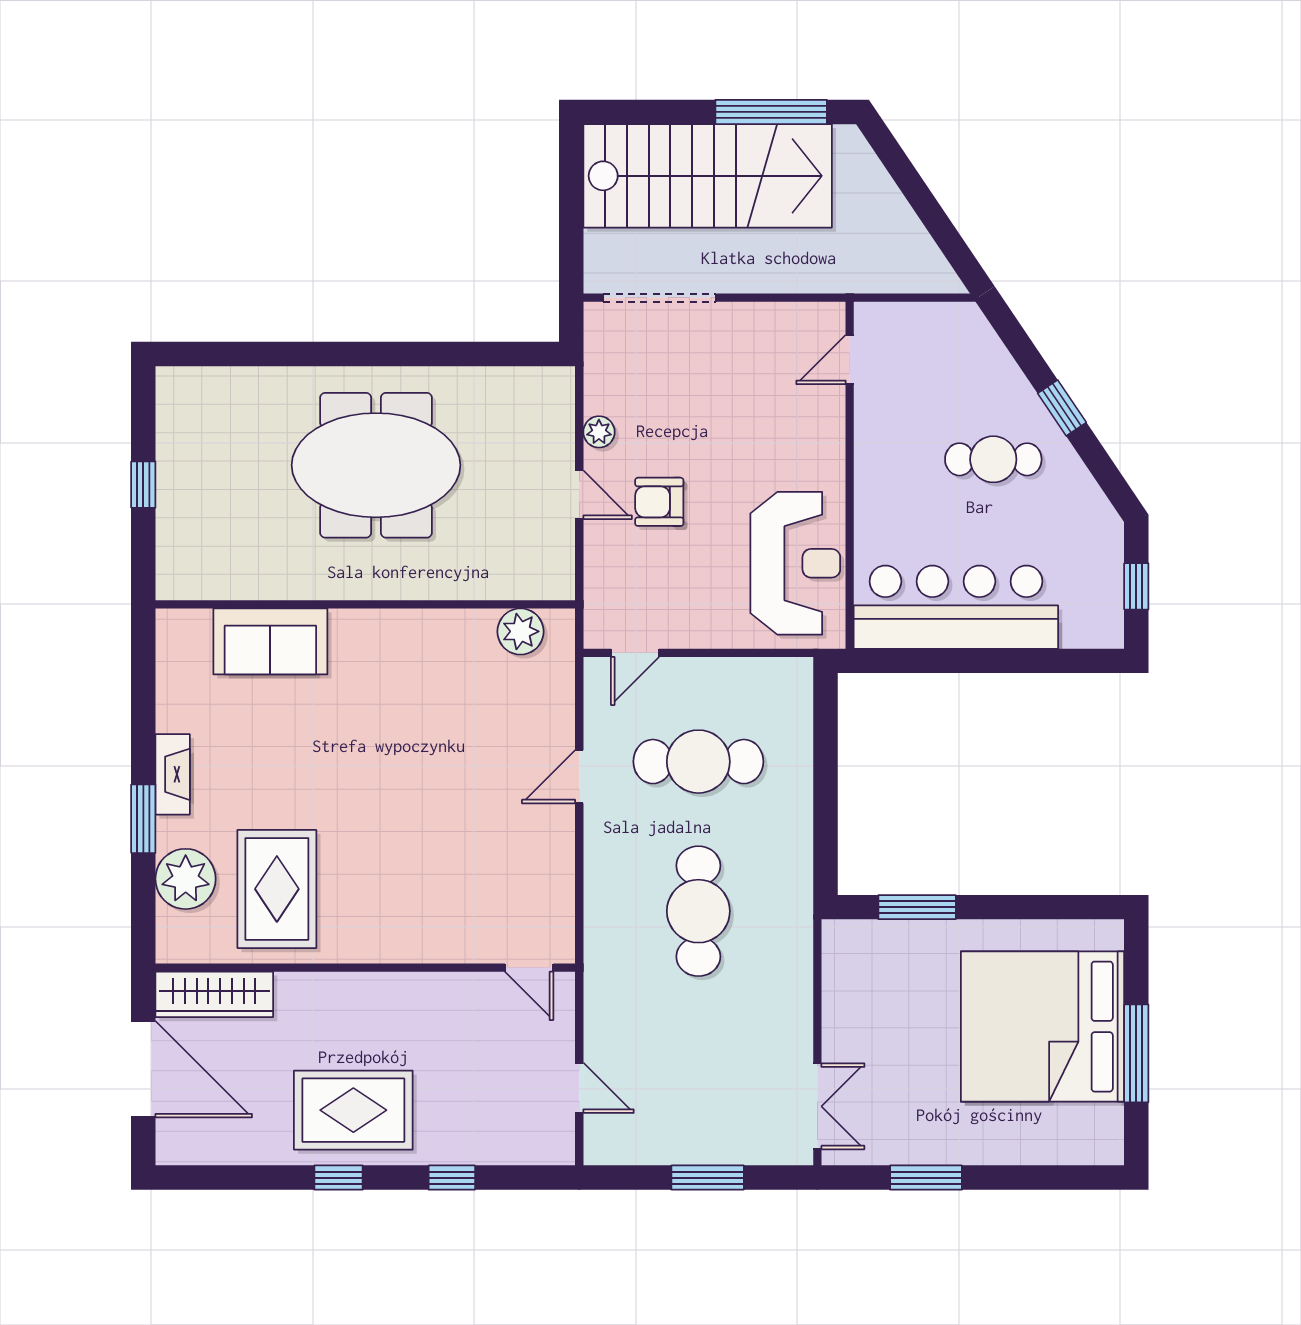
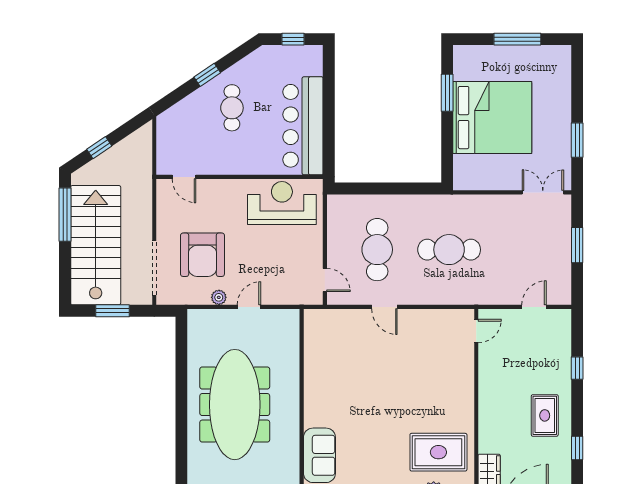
window: (910, 183) -> (99, 148), added
window: (571, 211) -> (112, 311), added
meeting table: (376, 465) -> (235, 405), width x1.36
armchair: (659, 502) -> (202, 255), moved, width x1.88, depth x1.88
plant: (520, 631) -> (315, 335), removed
window: (917, 907) -> (447, 93), moved
bed: (1042, 1027) -> (492, 118), moved, turned -90
rug: (353, 1110) -> (545, 415), width x0.73, depth x0.70
window: (339, 1178) -> (577, 448), moved

